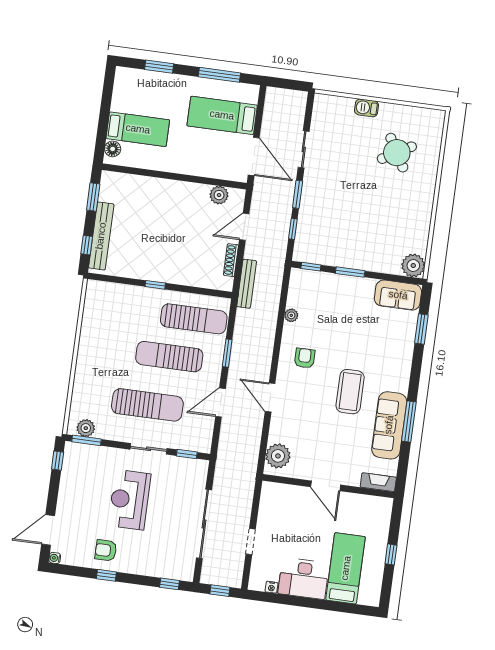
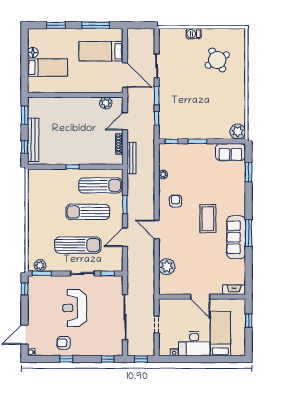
floor lamp: (113, 149) -> (33, 53), moved
fireplace: (378, 482) -> (234, 290), moved
door: (326, 486) -> (200, 297), moved
wall: (328, 486) -> (202, 297), moved

